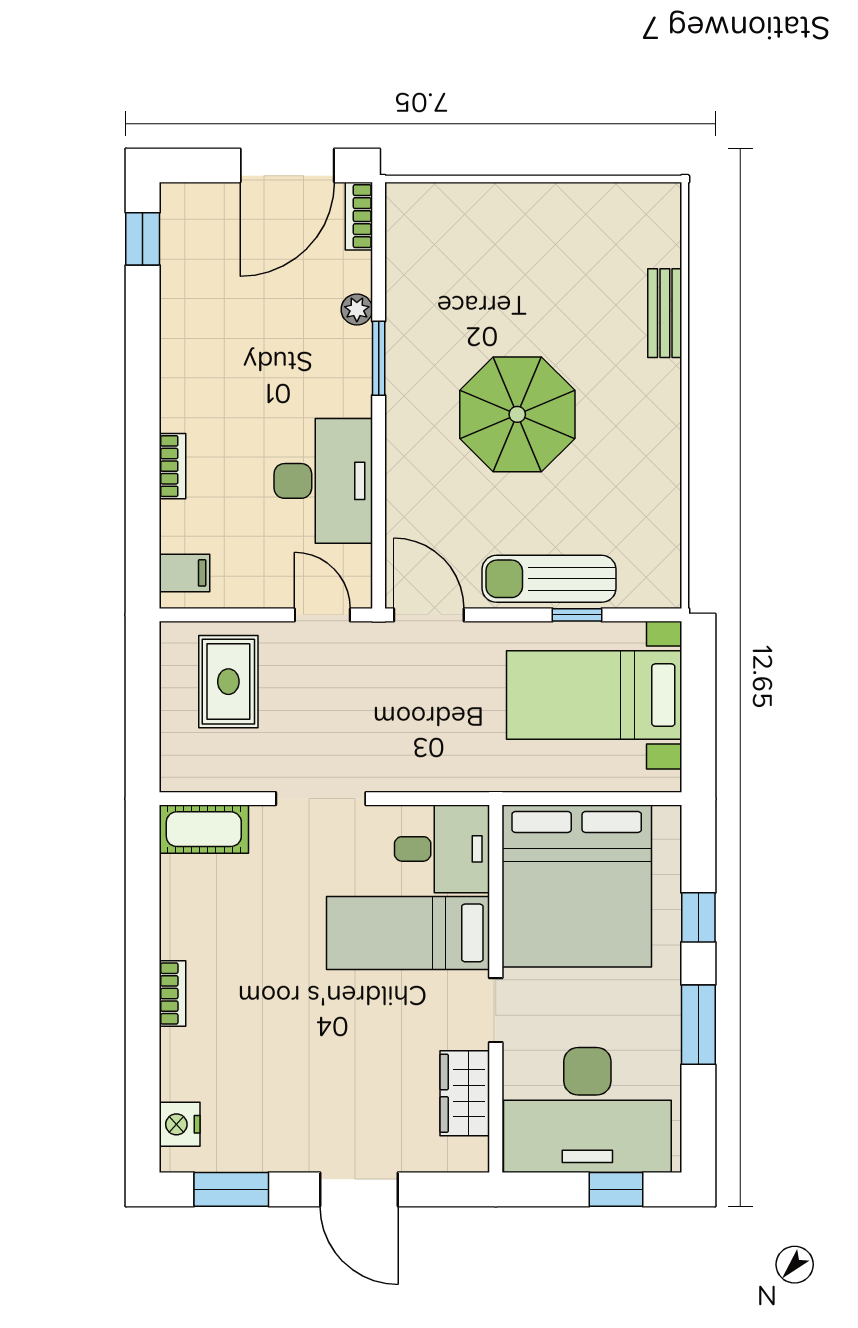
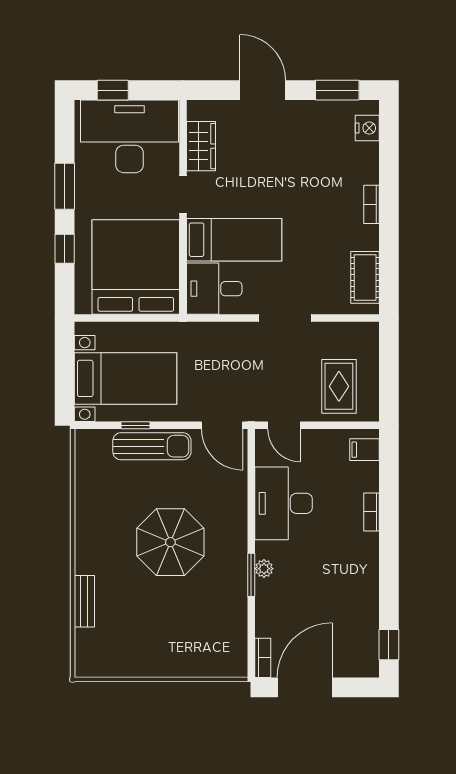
plant: (357, 309) -> (264, 569), moved
cot: (204, 829) -> (365, 277), moved, turned 90

